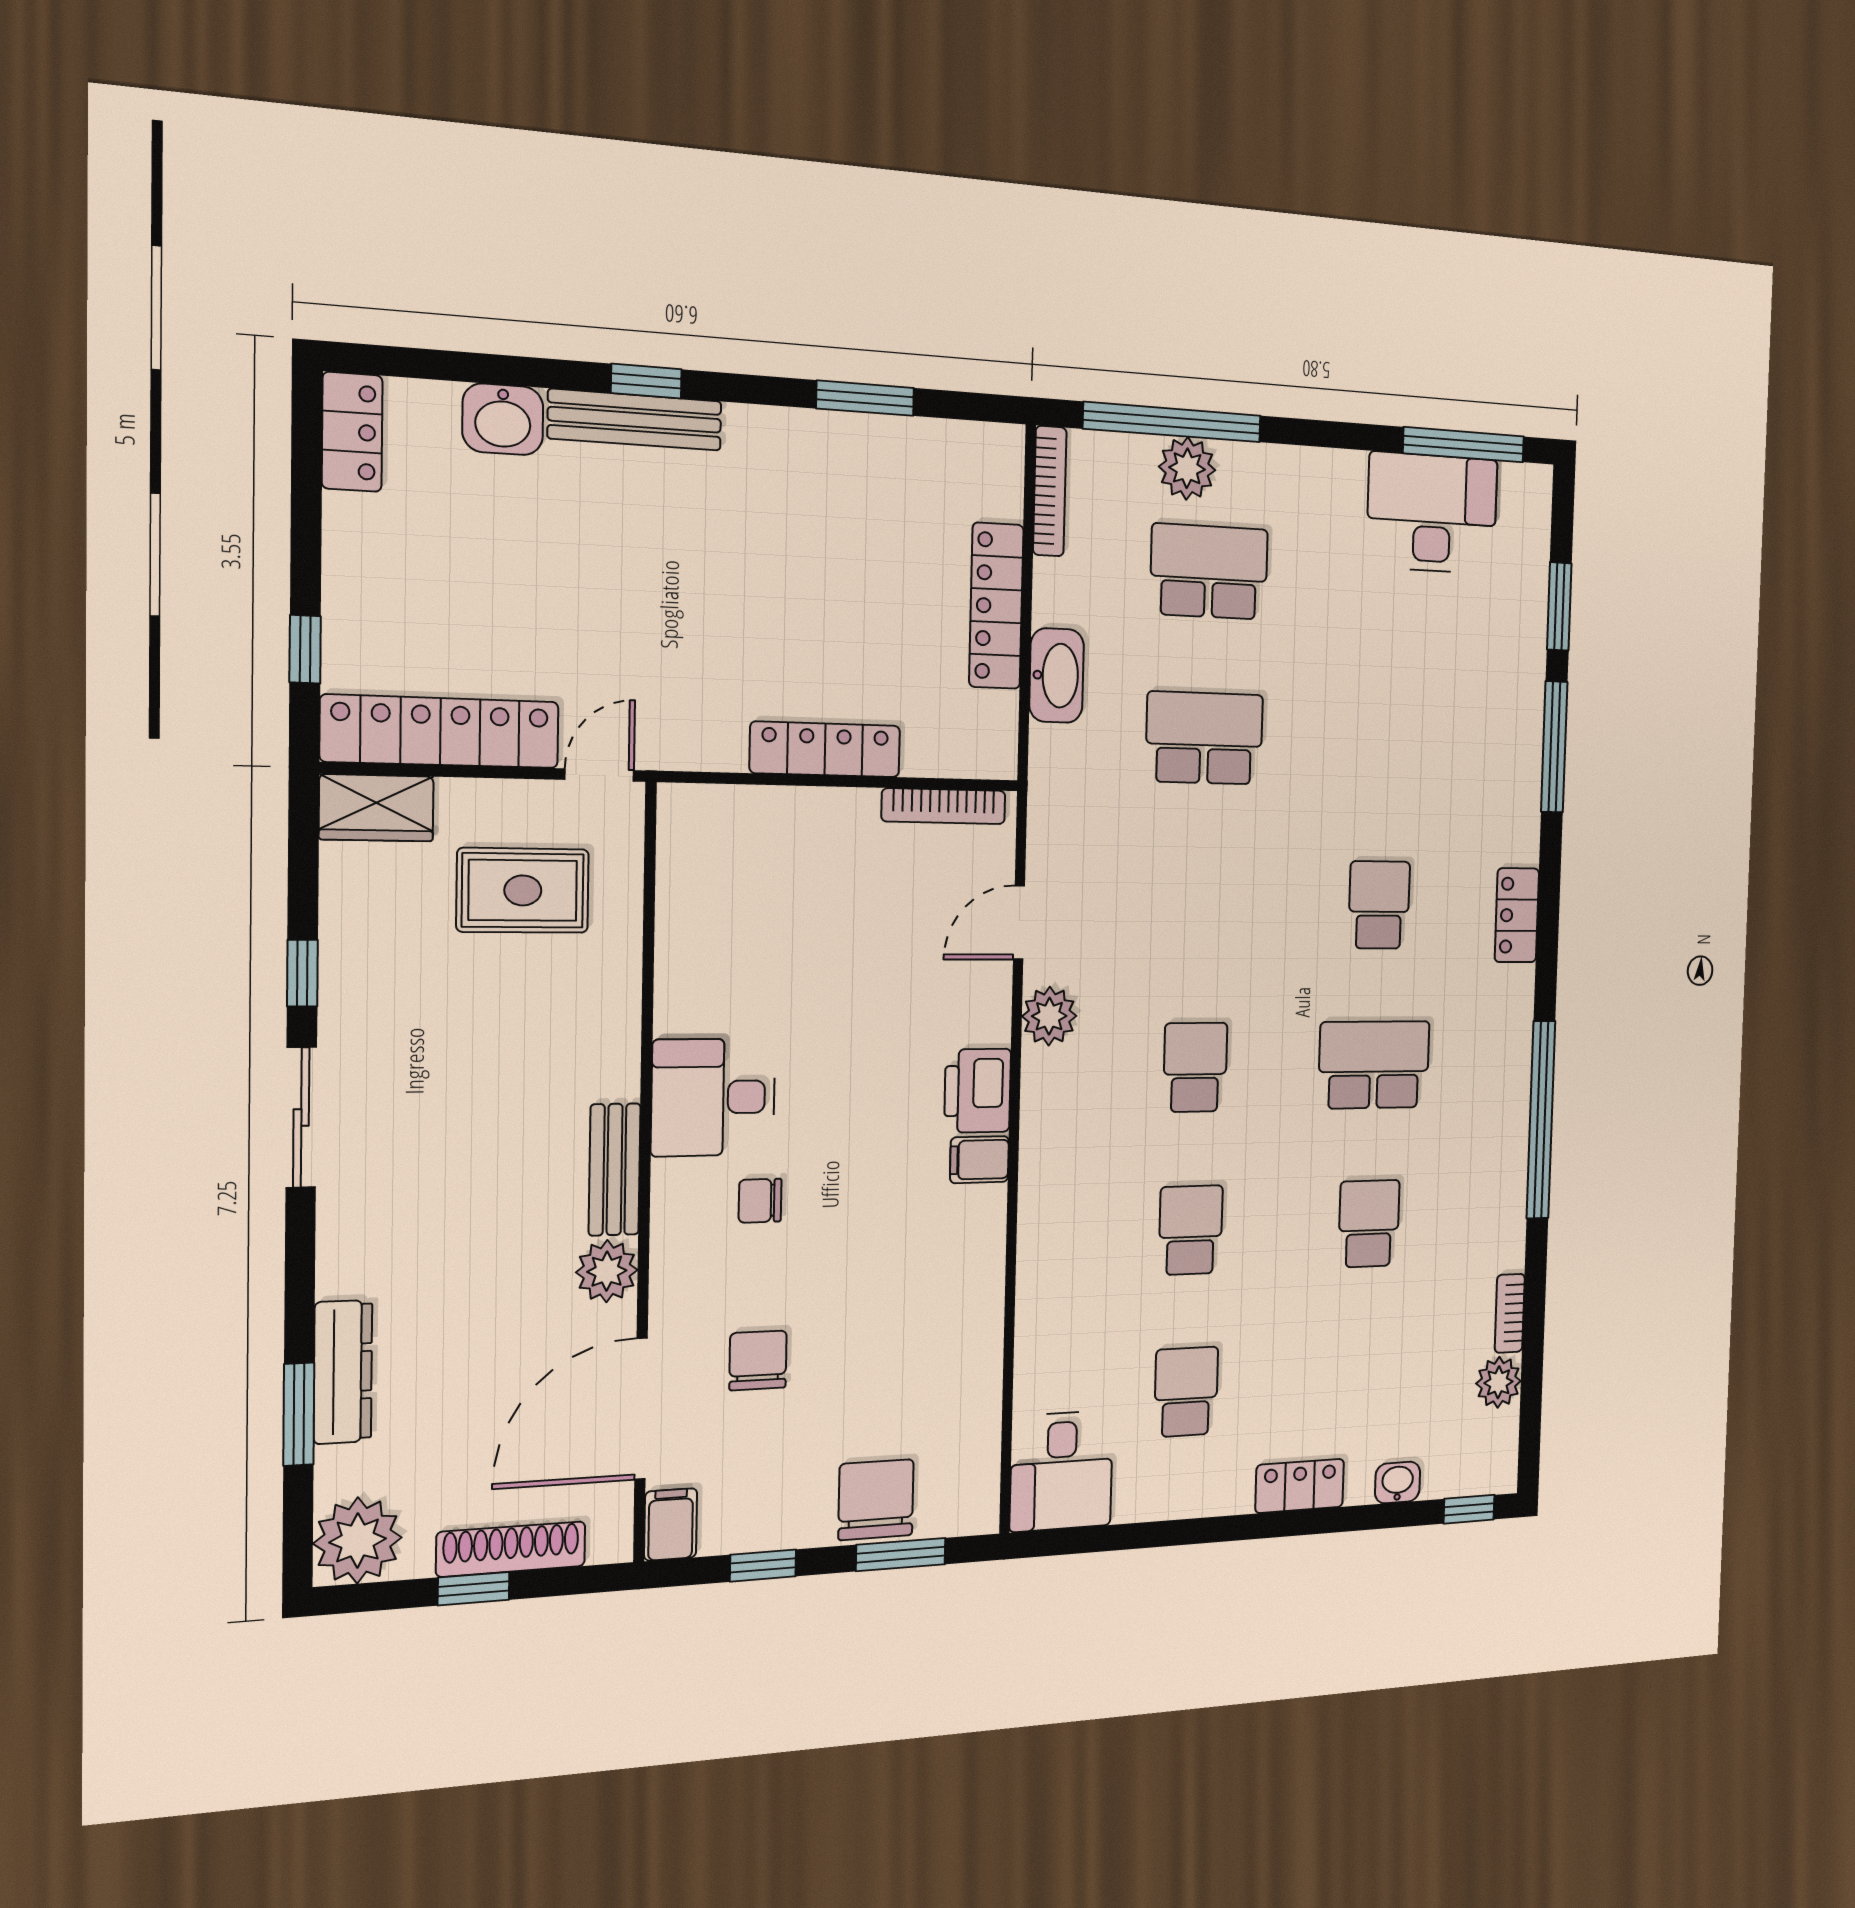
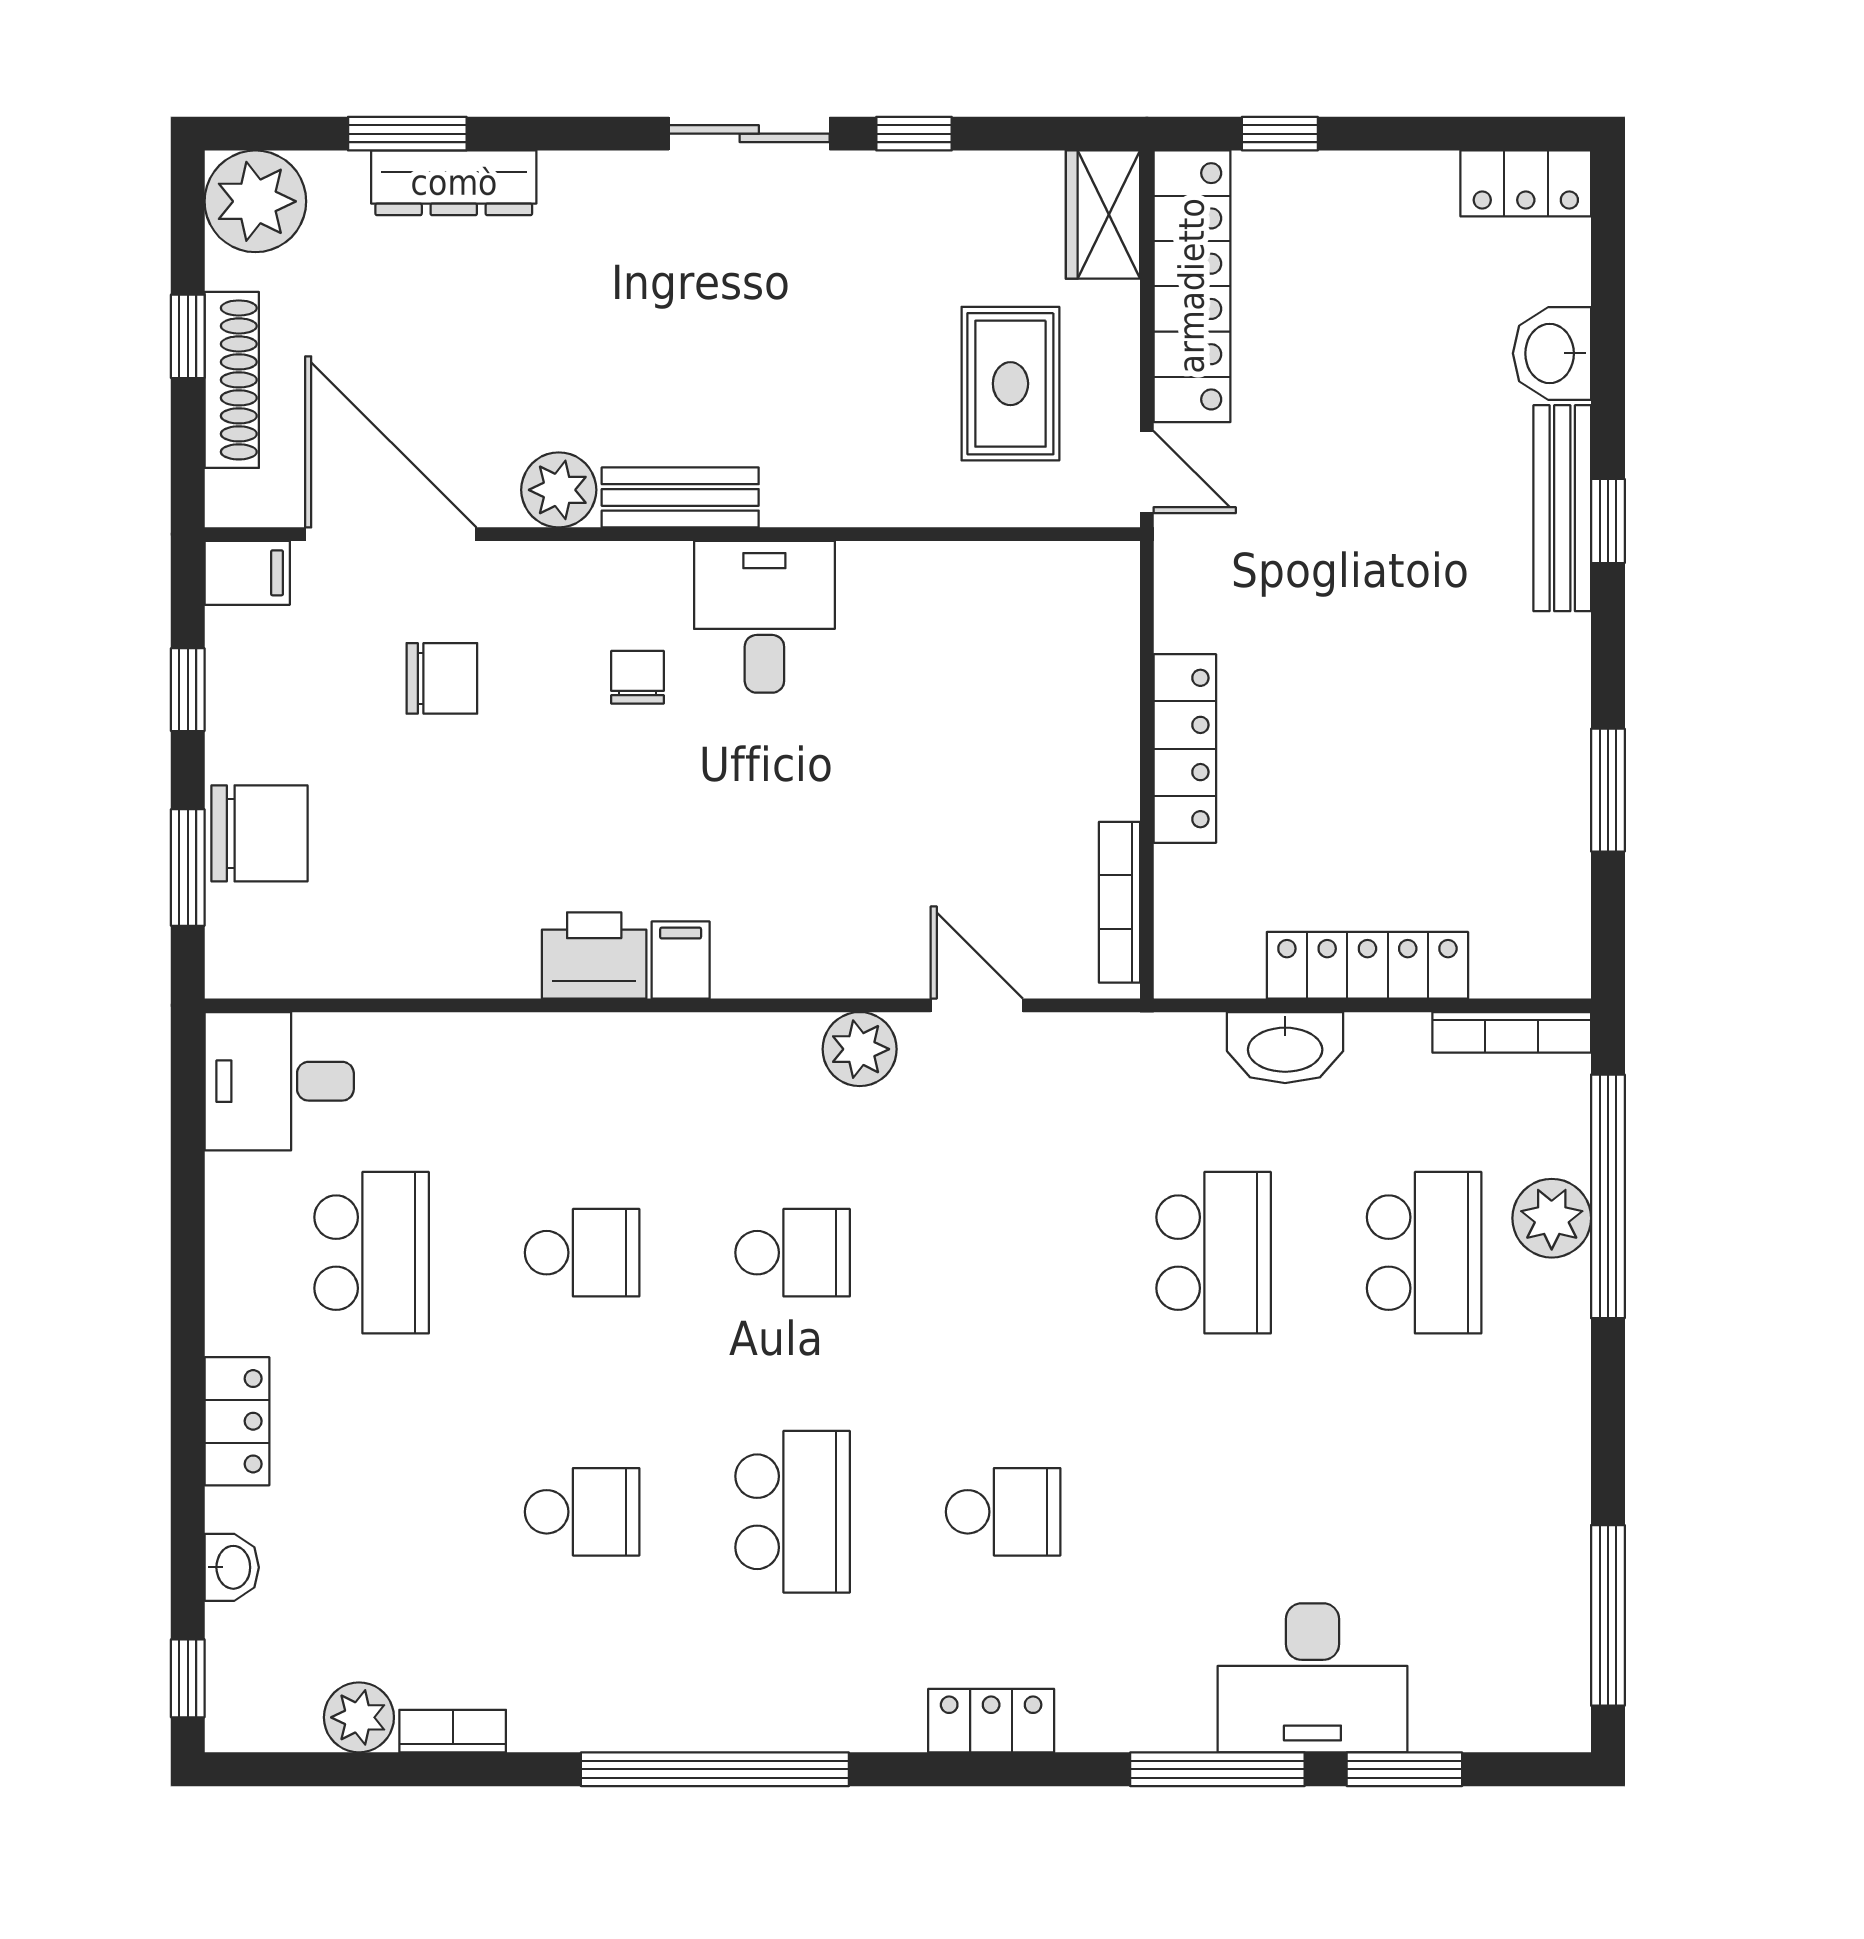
desk: (1432, 513) -> (1312, 1678), moved, turned 90
printer: (978, 1091) -> (594, 955), moved
school desk: (1186, 1392) -> (372, 1253), width x1.85

